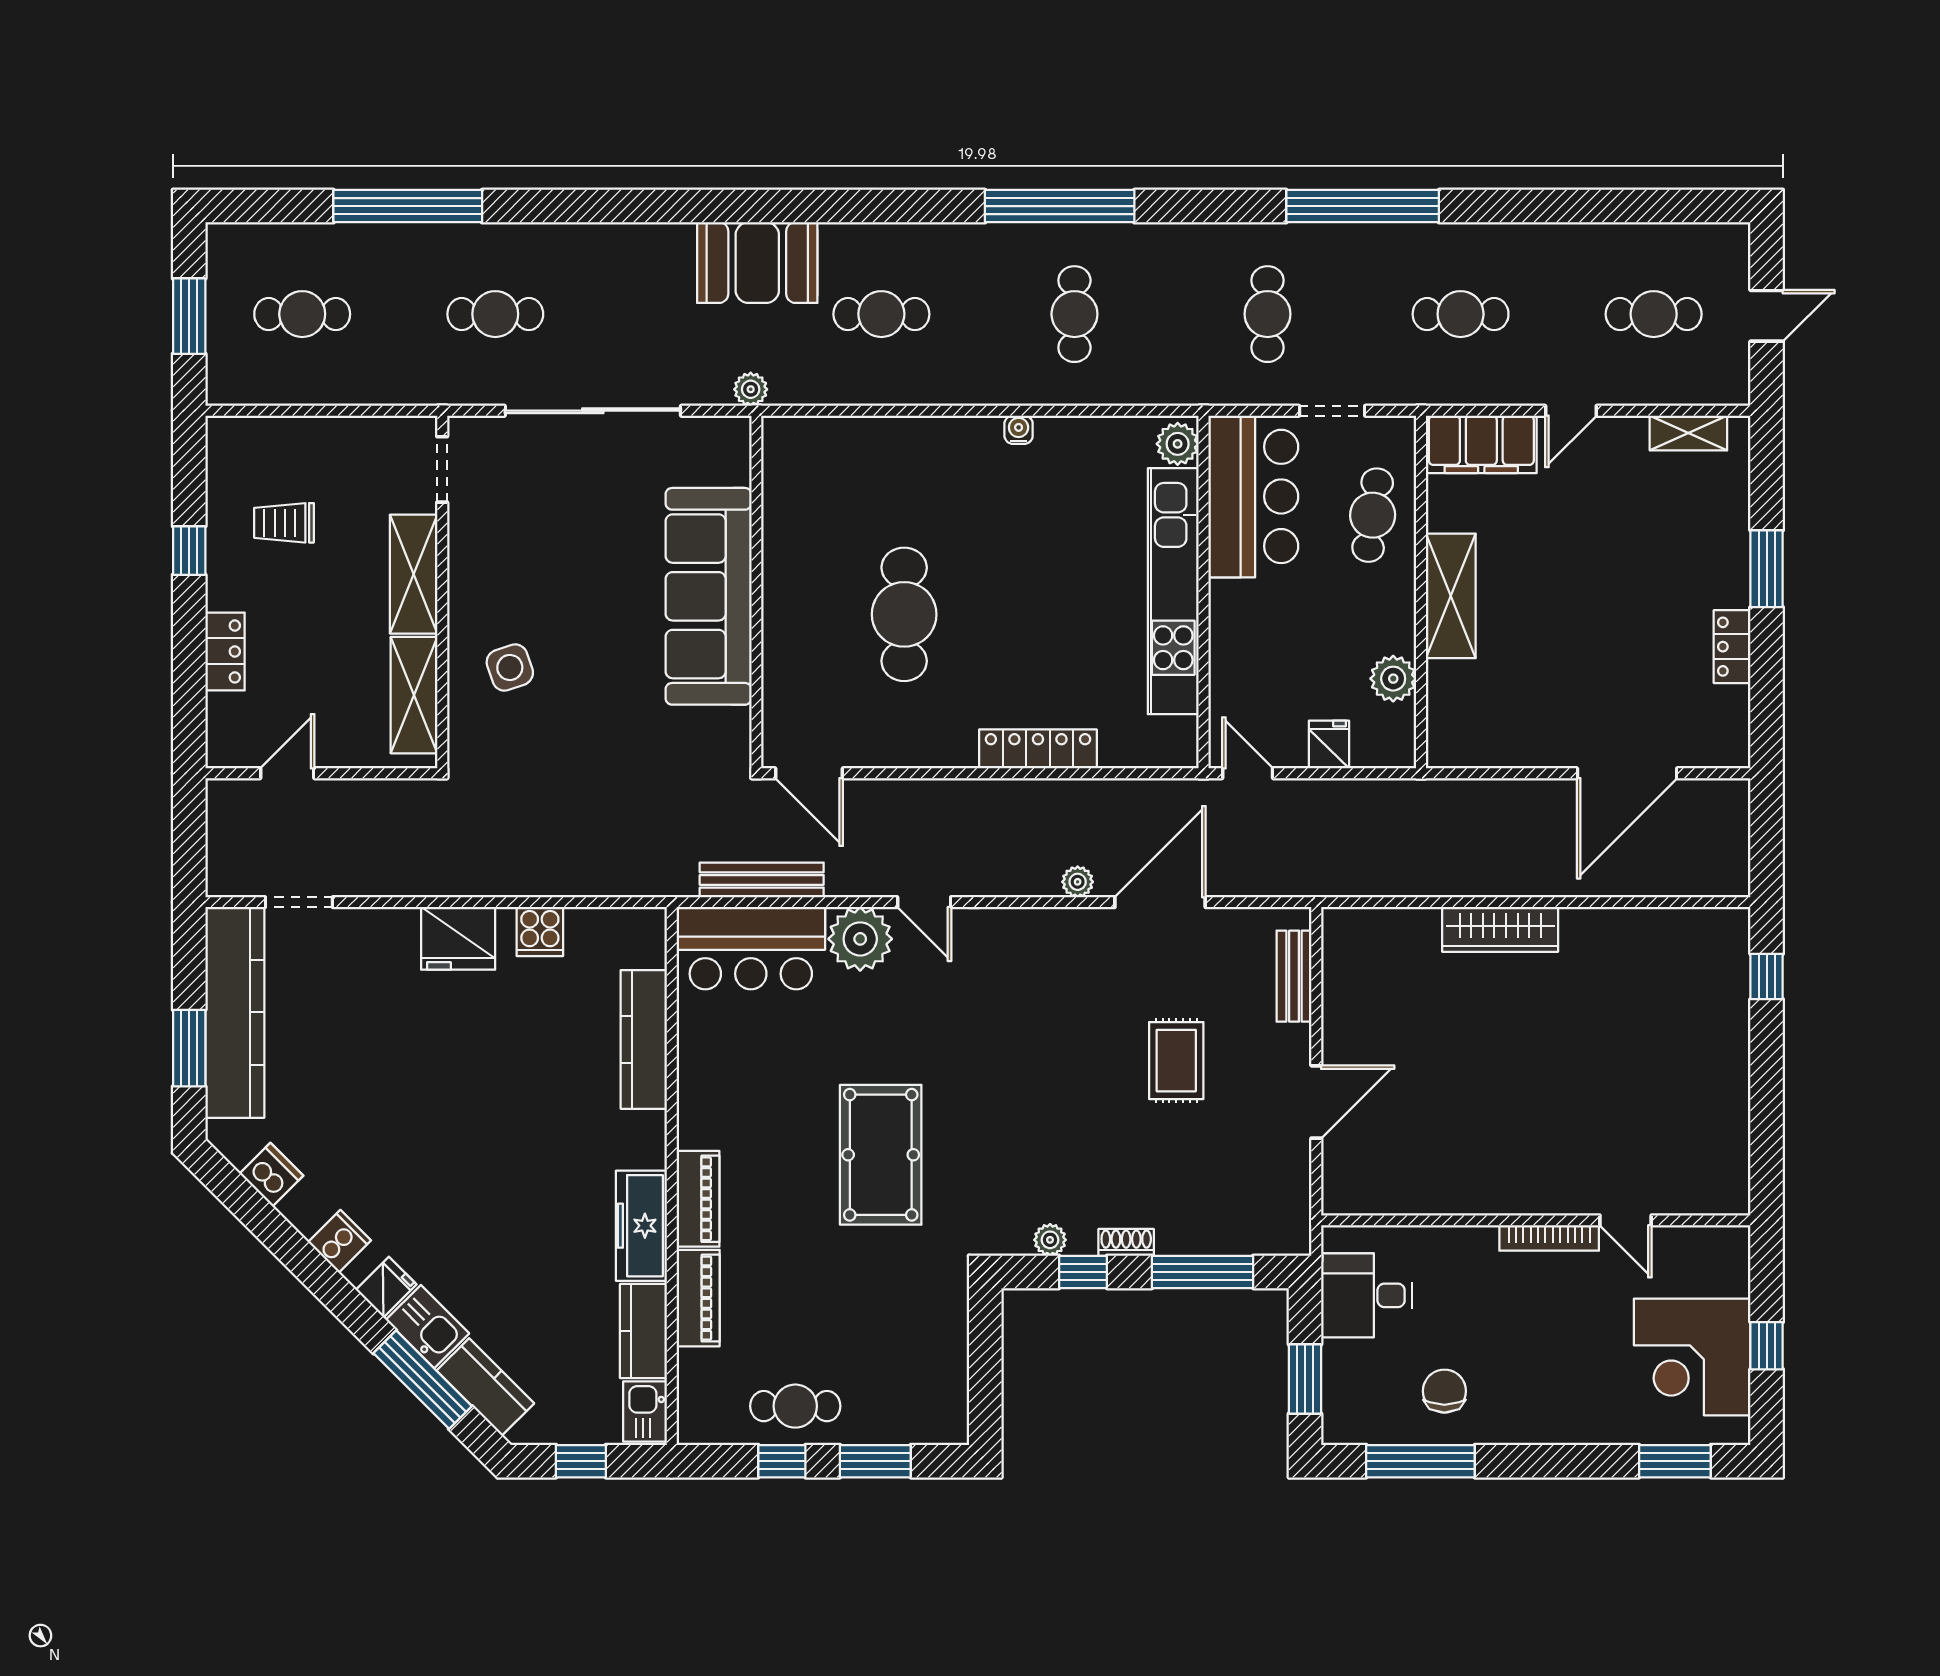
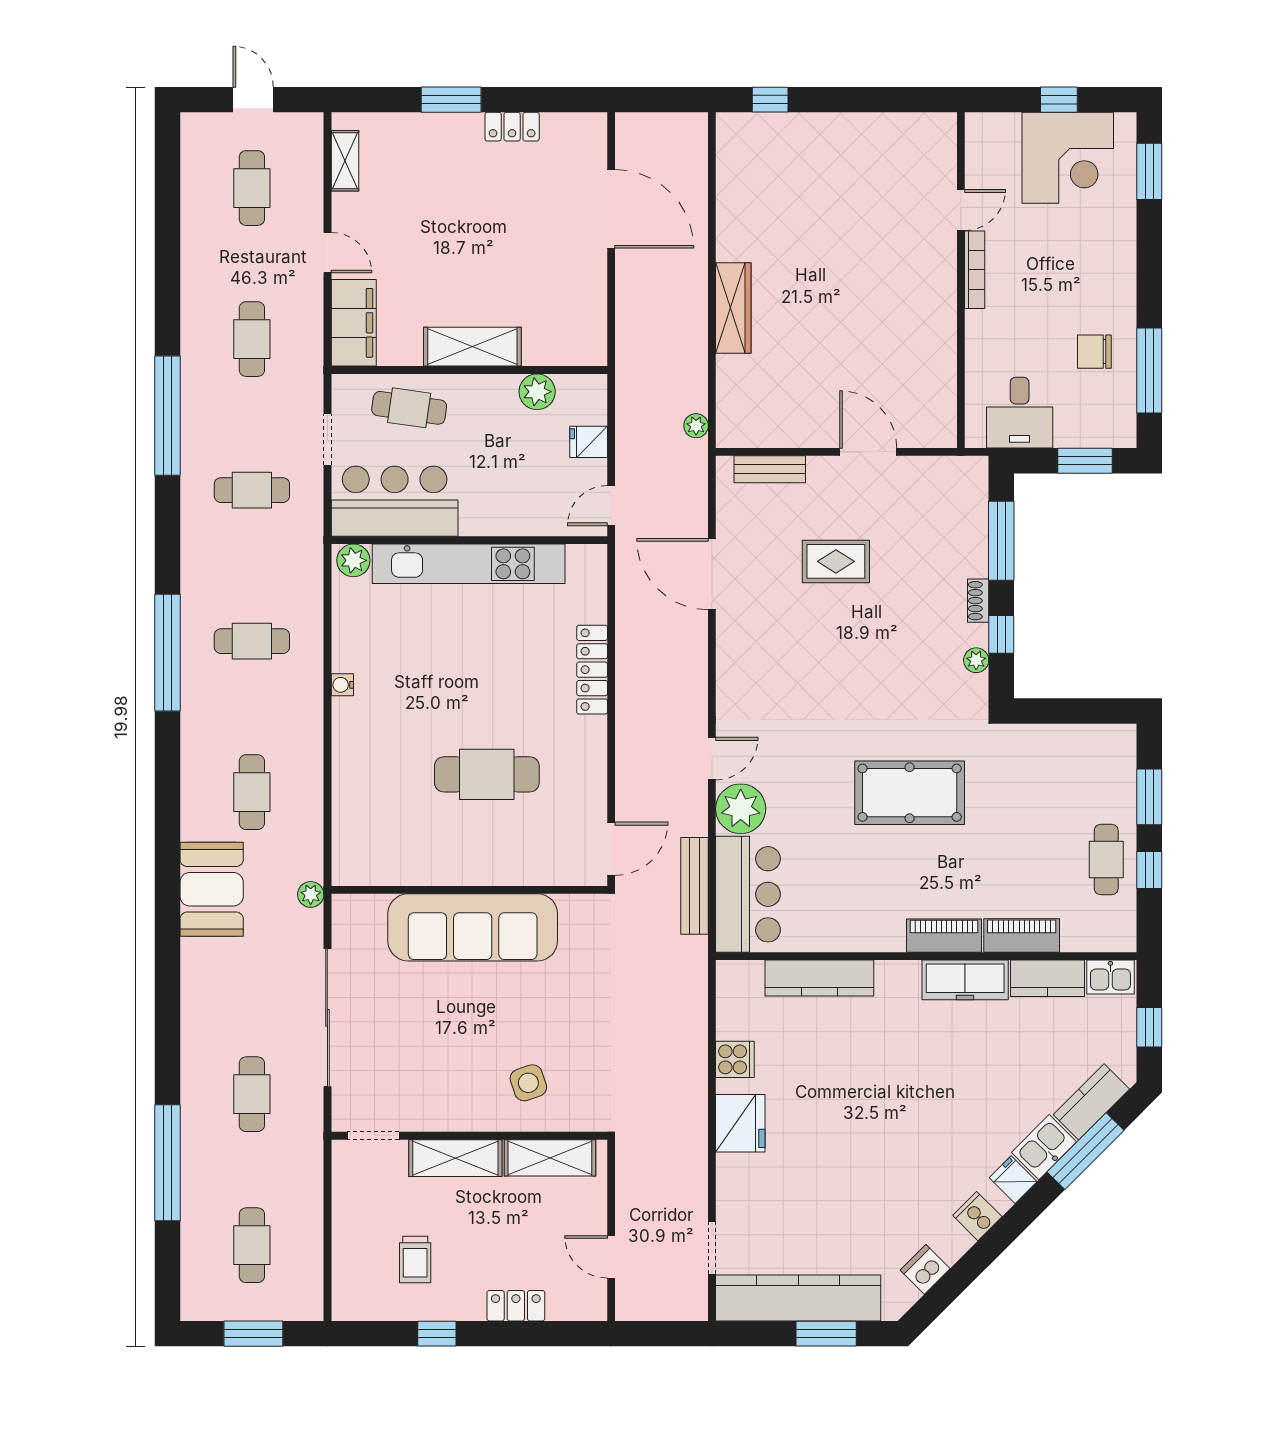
plant: (1078, 882) -> (696, 426), moved

